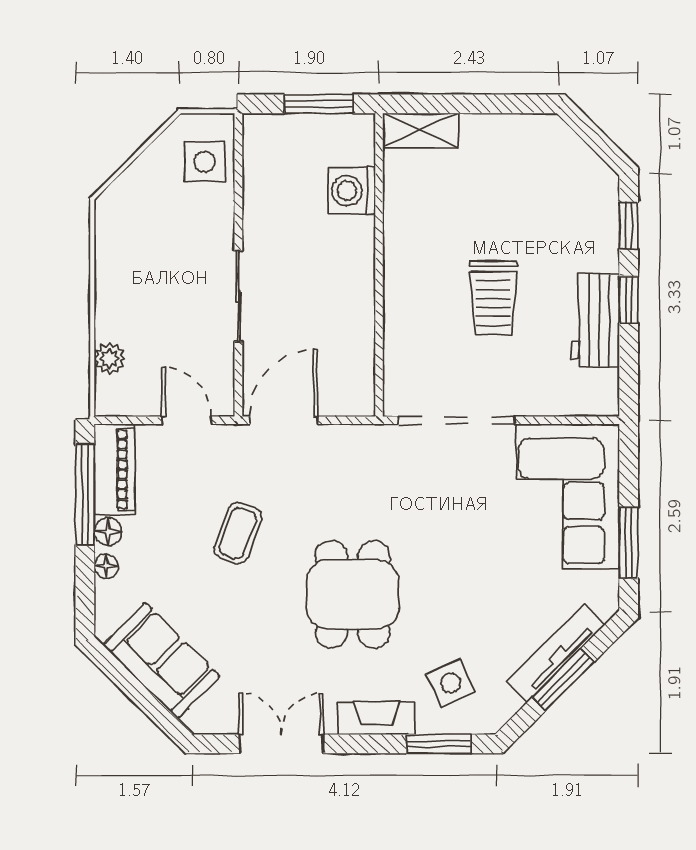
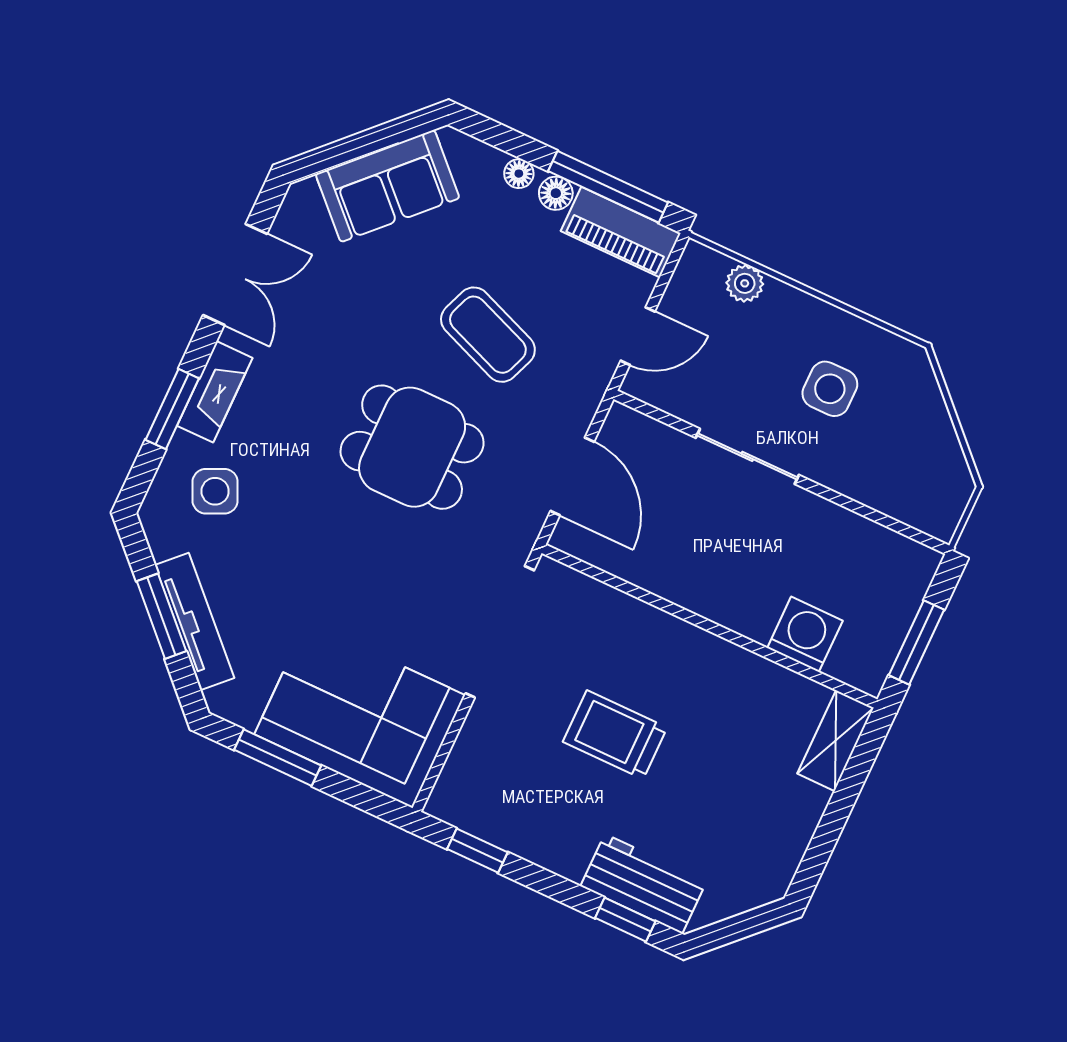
side table: (205, 162) -> (830, 389), moved
window: (629, 300) -> (477, 851), moved
workbench: (595, 320) -> (643, 884), moved
door: (284, 420) -> (572, 476), moved
coffee table: (238, 533) -> (488, 335), width x1.36, depth x1.30
dining table: (353, 594) -> (412, 447), moved
window: (439, 744) -> (172, 409), moved

